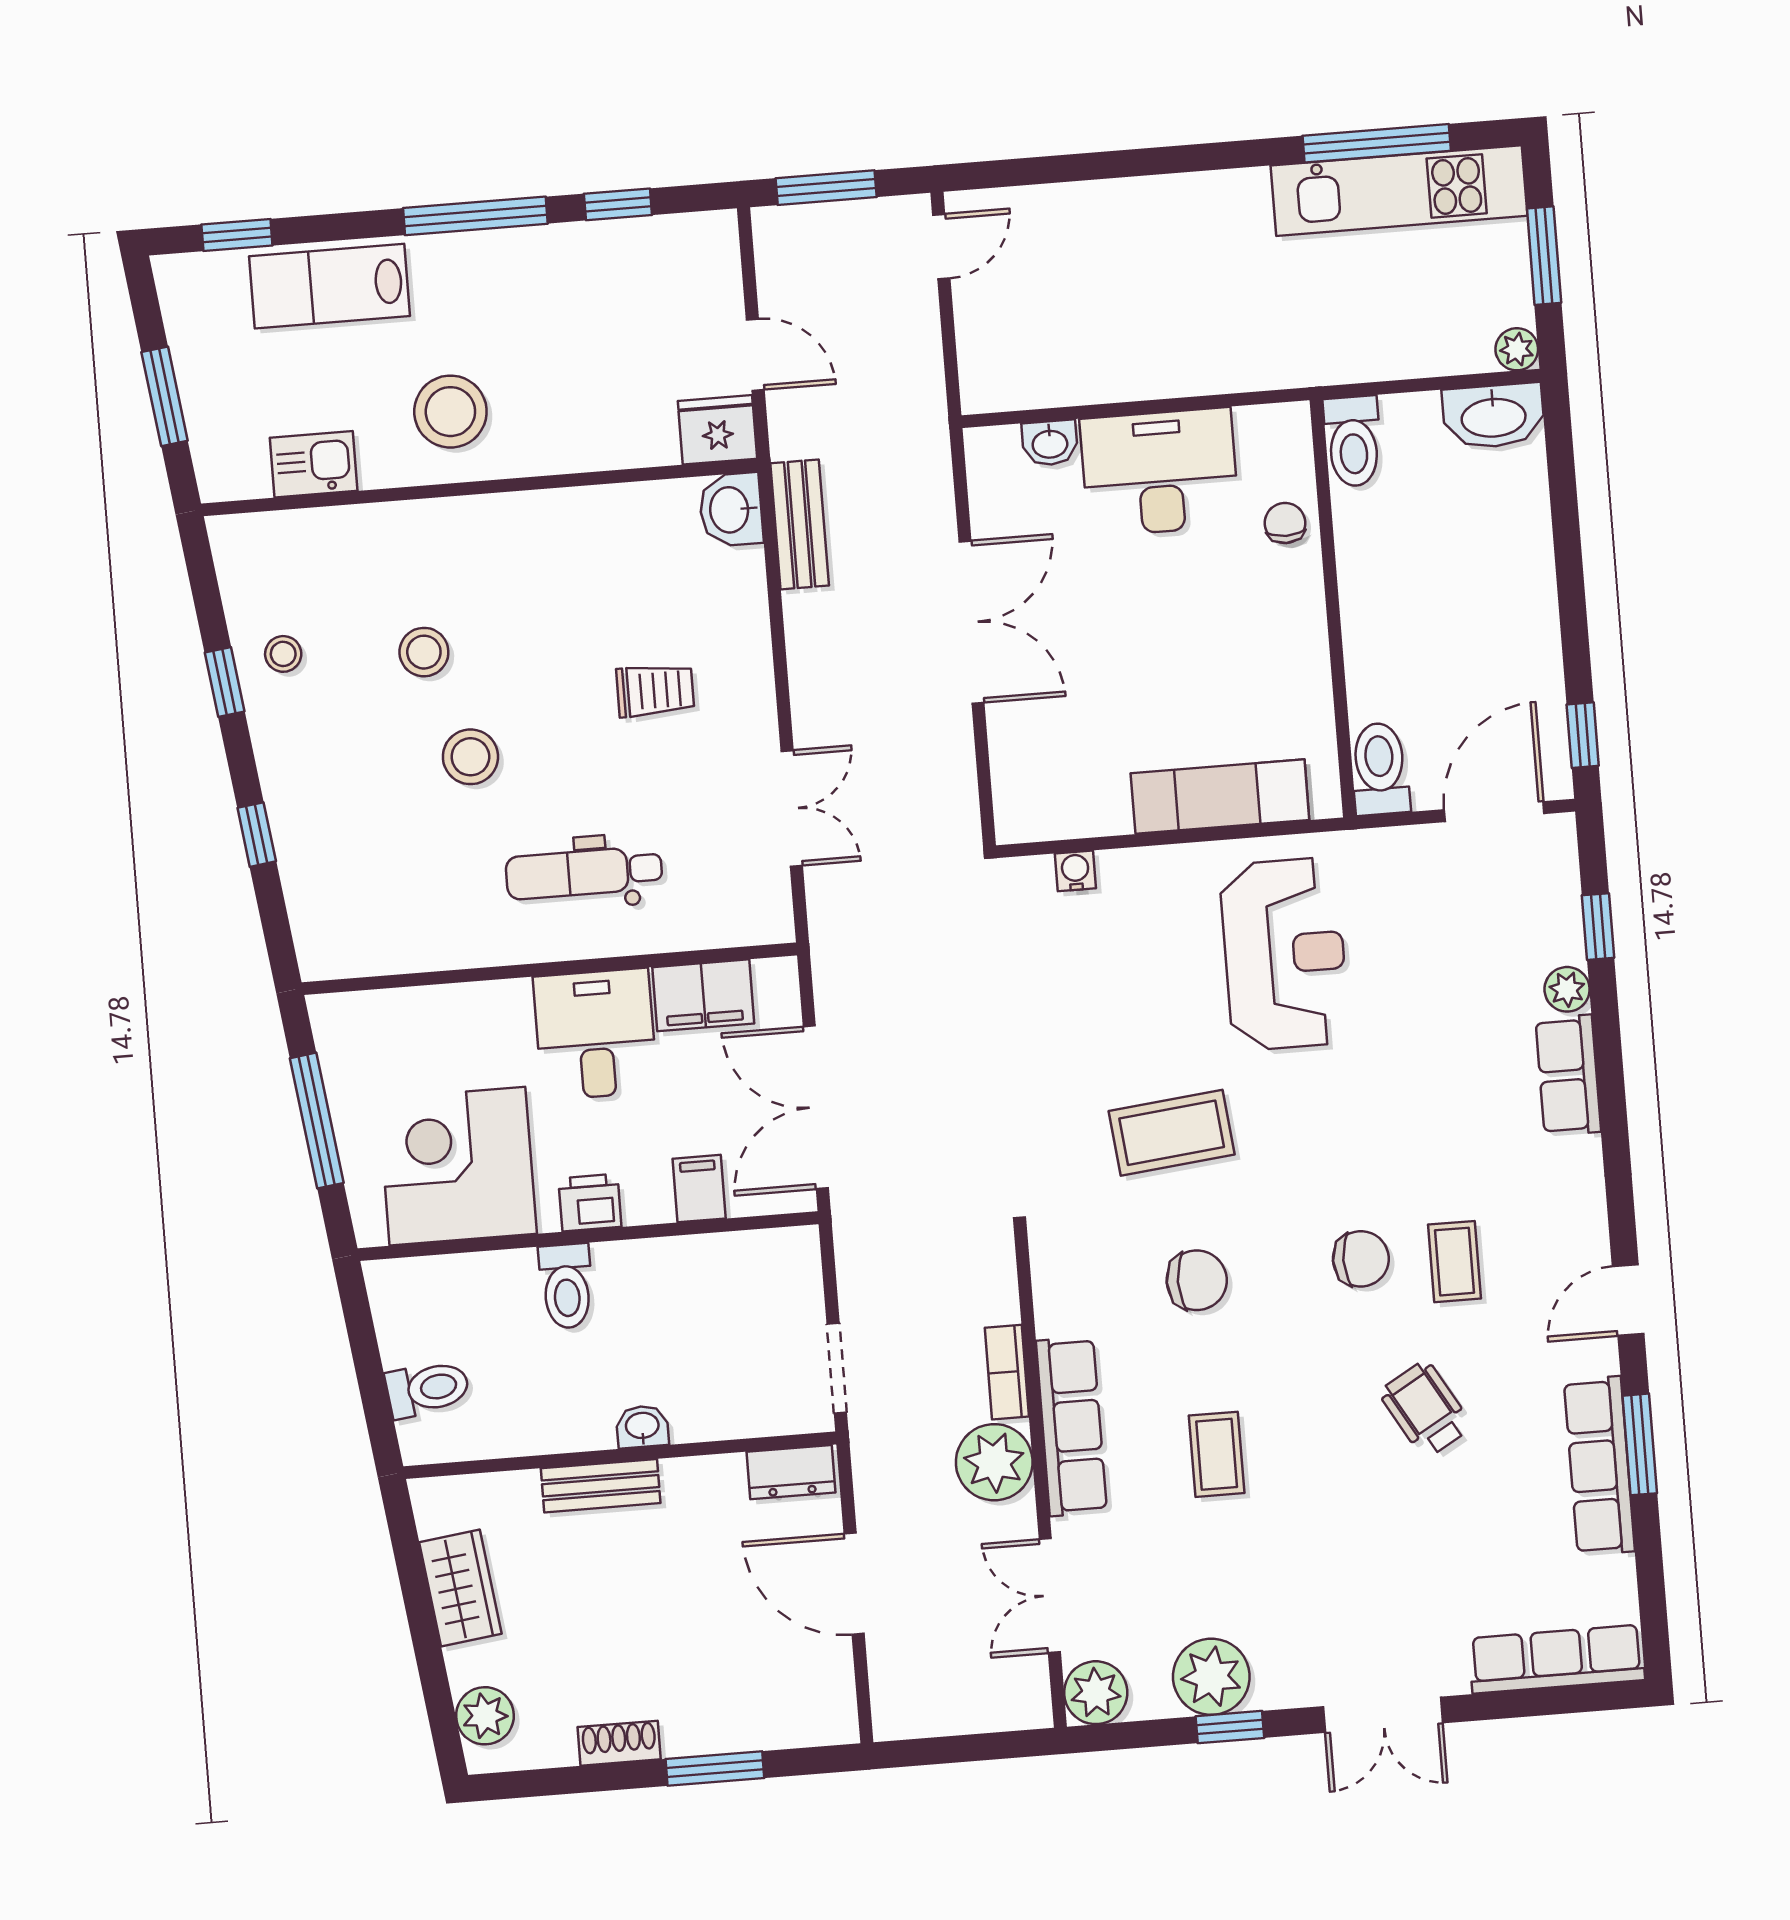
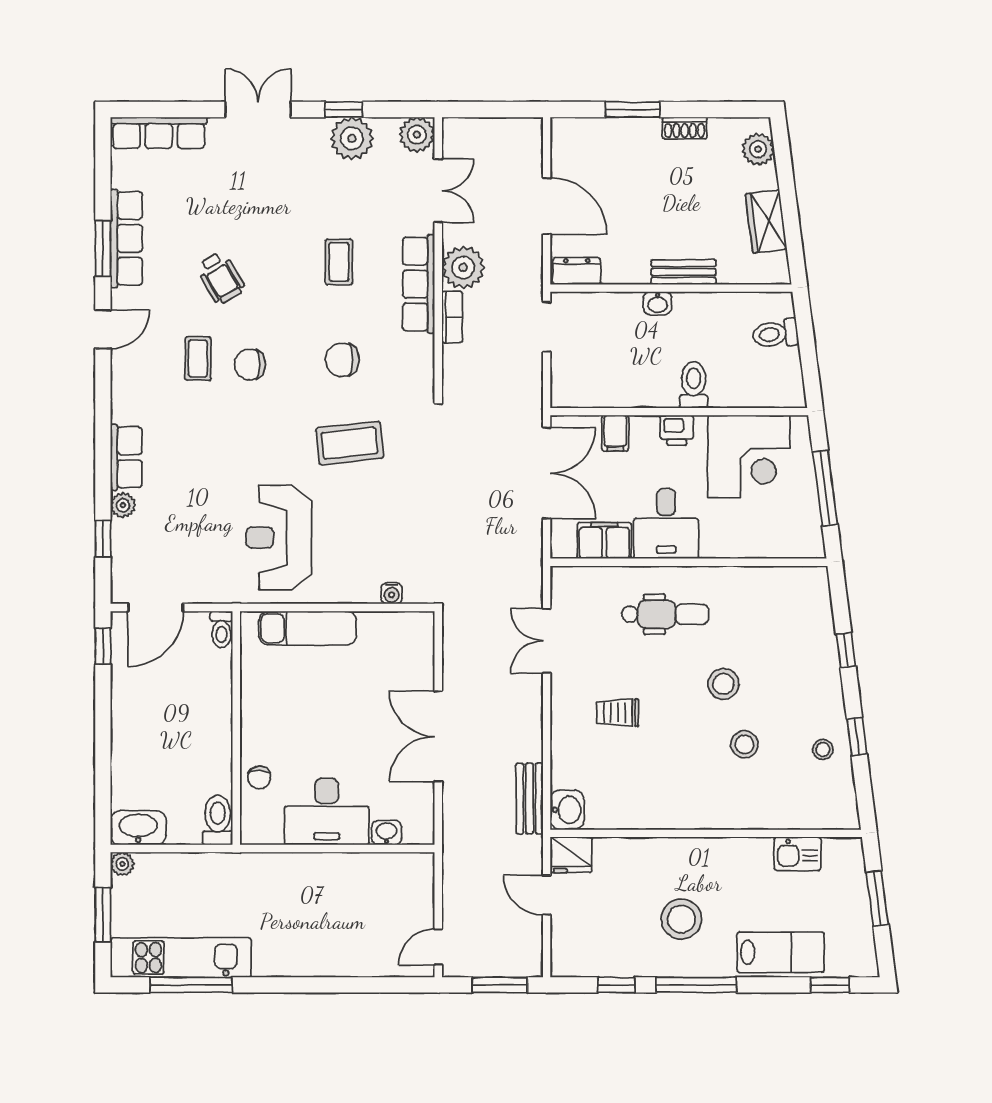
stool: (450, 412) -> (681, 919), moved
toilet: (1380, 769) -> (222, 629), width x0.73, depth x0.72

